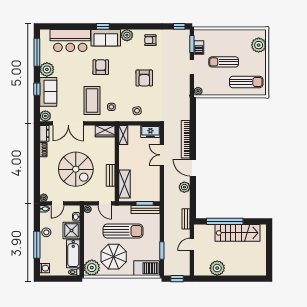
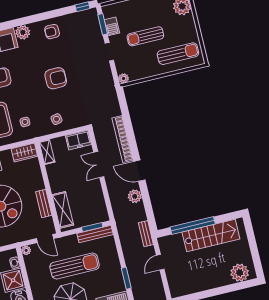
armchair: (144, 78) -> (56, 78), turned -90
plant: (217, 268) -> (240, 273), moved

